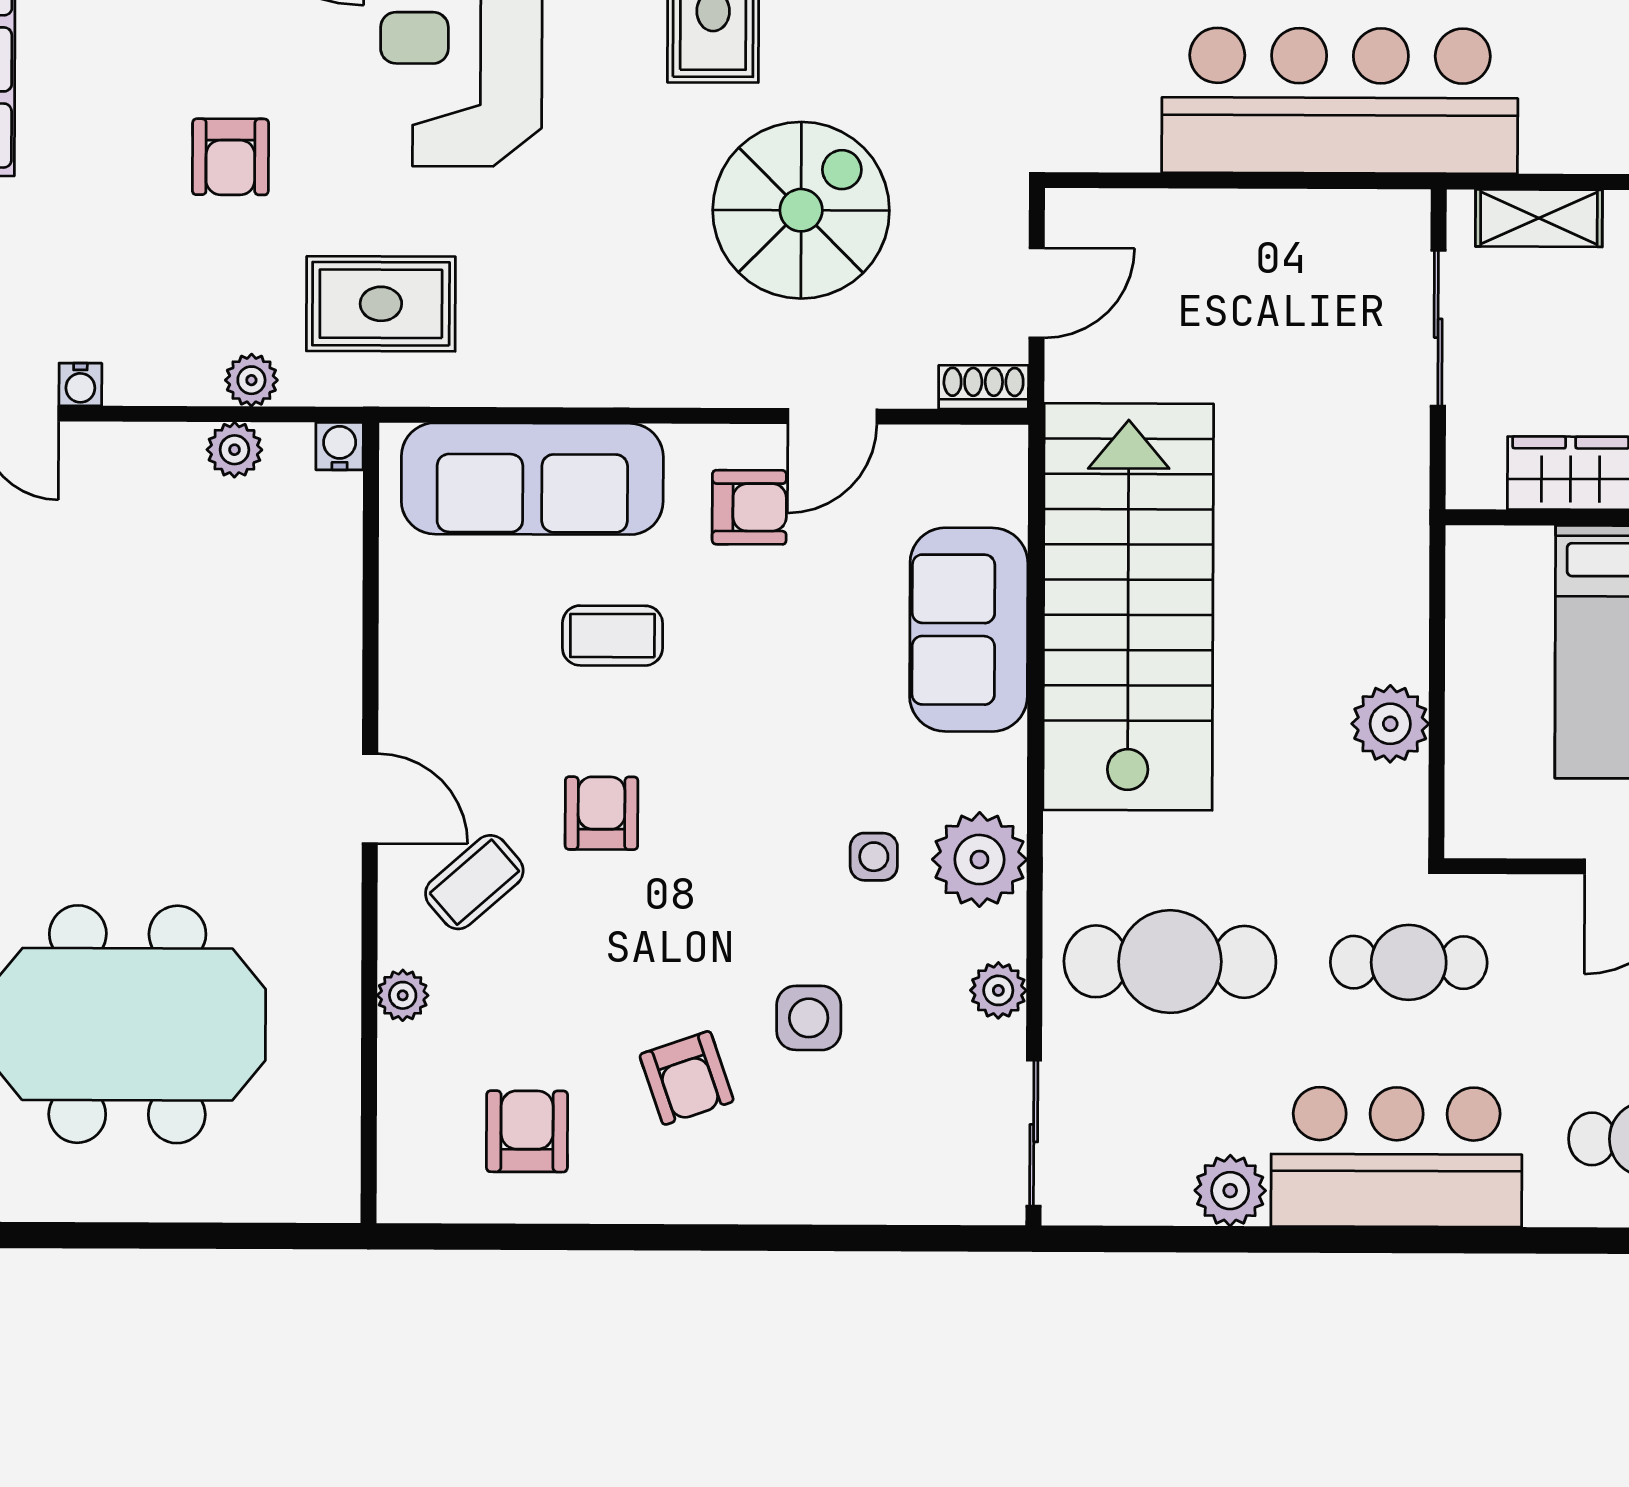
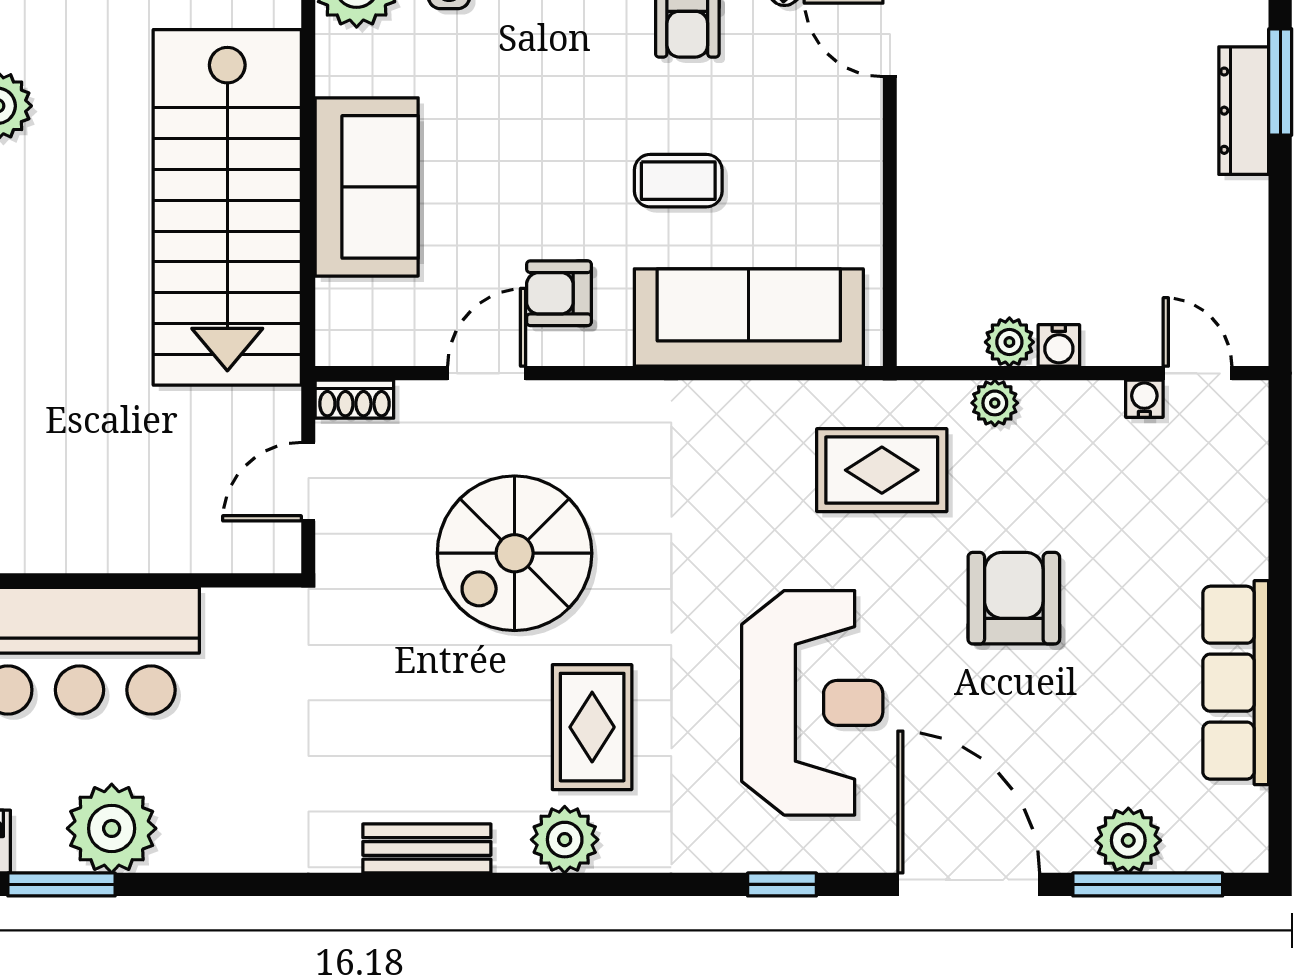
armchair: (230, 157) -> (1014, 598), width x1.38, depth x1.38
water cooler: (340, 446) -> (1059, 345), moved

